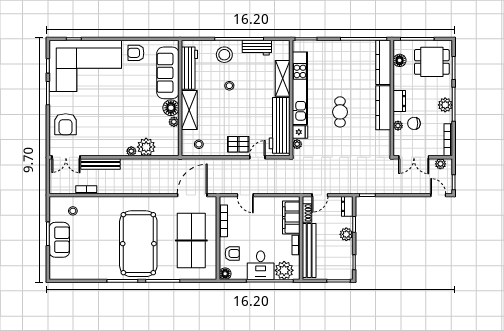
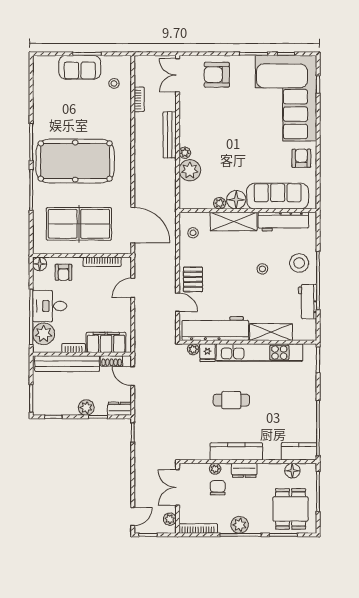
kitchen counter: (383, 62) -> (299, 451), width x0.67
bench: (101, 164) -> (170, 135), moved

